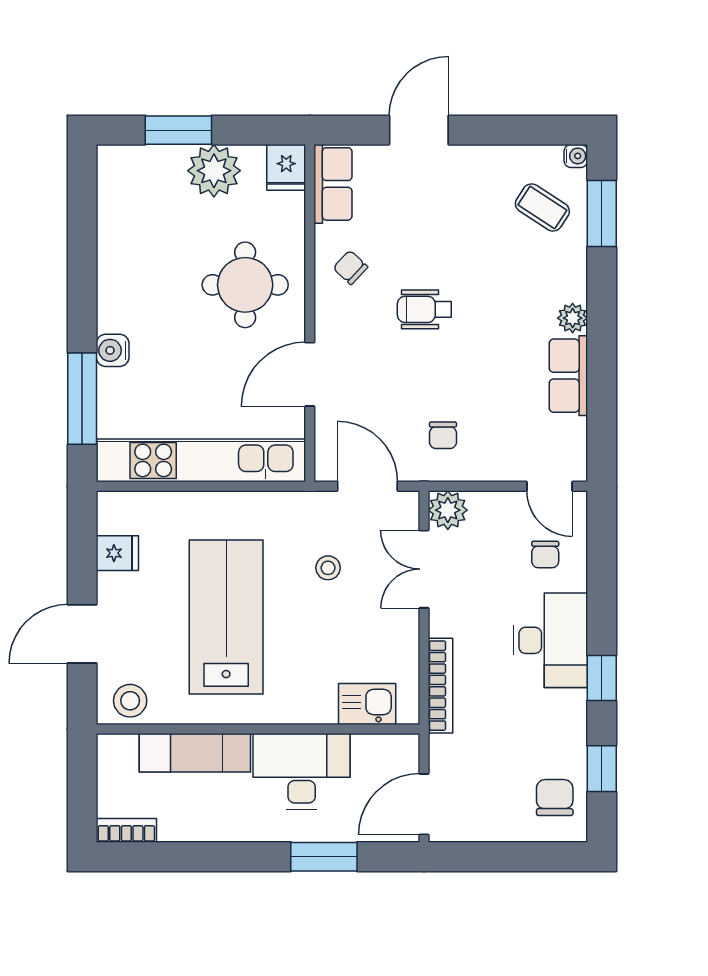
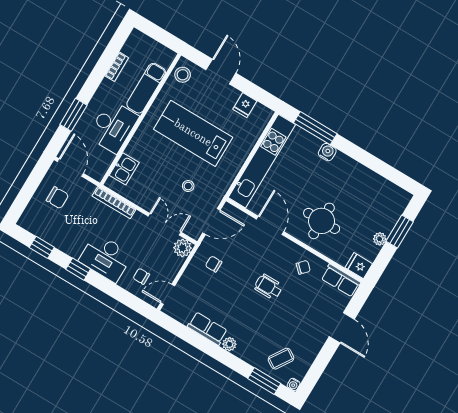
plant: (214, 171) -> (380, 239), width x0.53, depth x0.53
wheelchair: (424, 309) -> (269, 287), turned -90
lab bench: (226, 617) -> (193, 133), turned 180
chair: (555, 798) -> (57, 198), moved
bookcase: (126, 830) -> (117, 67), moved

